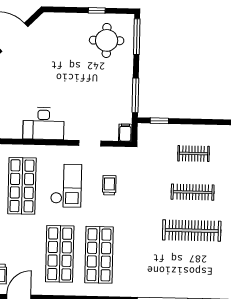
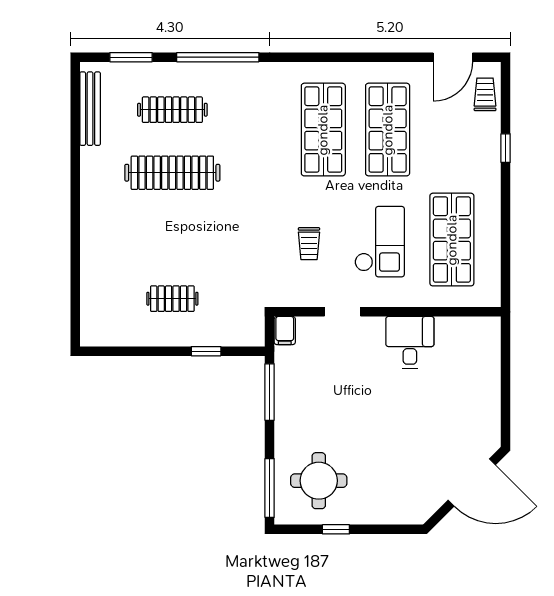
window: (159, 121) -> (206, 351), moved
desk: (44, 123) -> (410, 342), width x0.73
checkout: (66, 186) -> (380, 242), turned 180
clothes rail: (193, 192) -> (172, 110), moved

